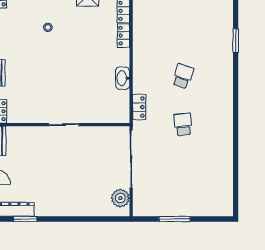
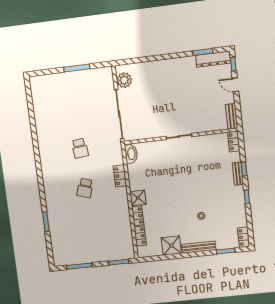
shower: (121, 57) -> (138, 198), added
washbasin: (123, 78) -> (131, 154), moved
locker: (139, 107) -> (120, 176), moved

